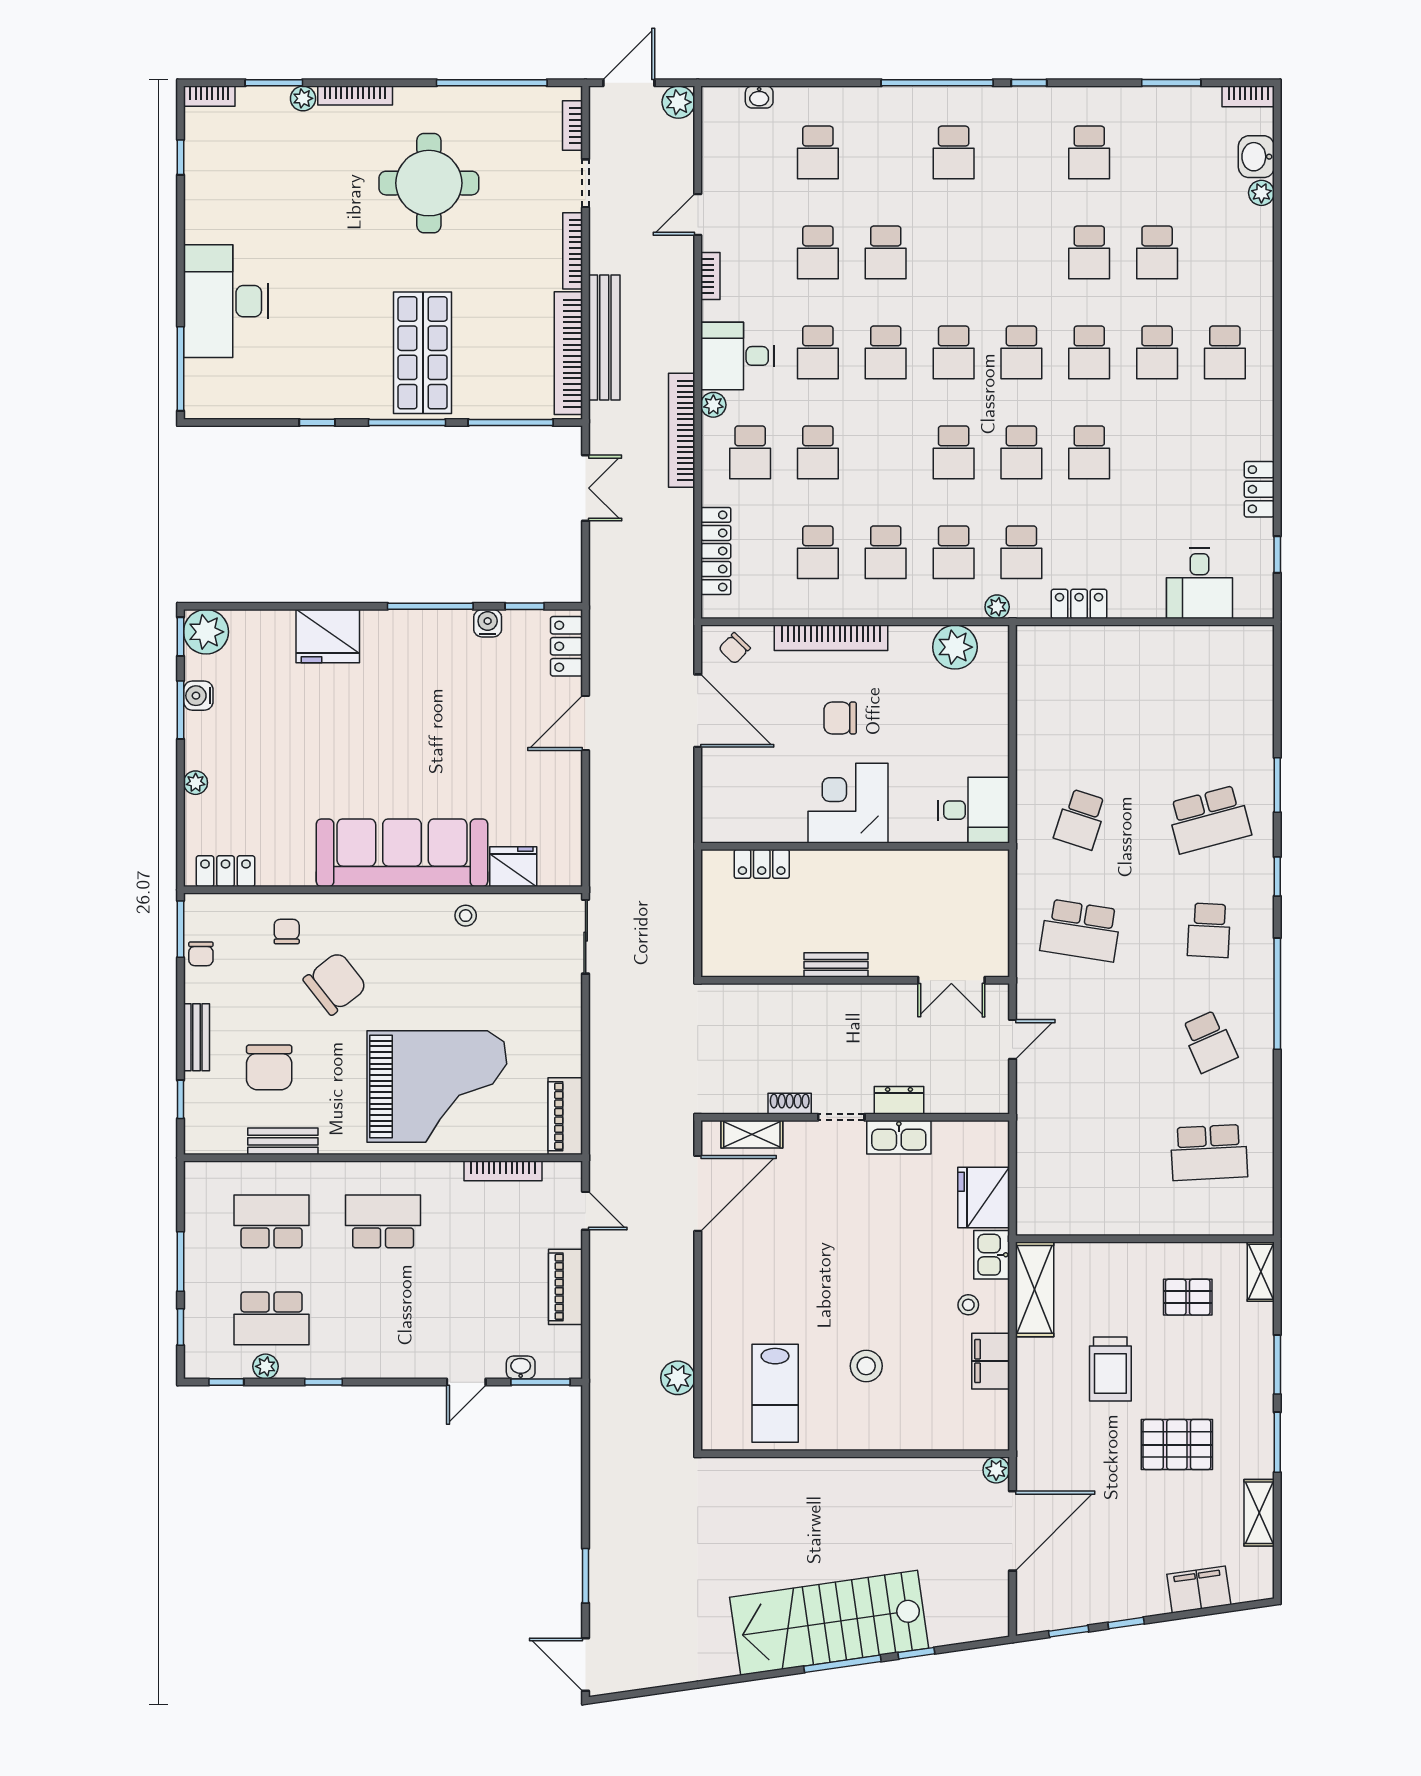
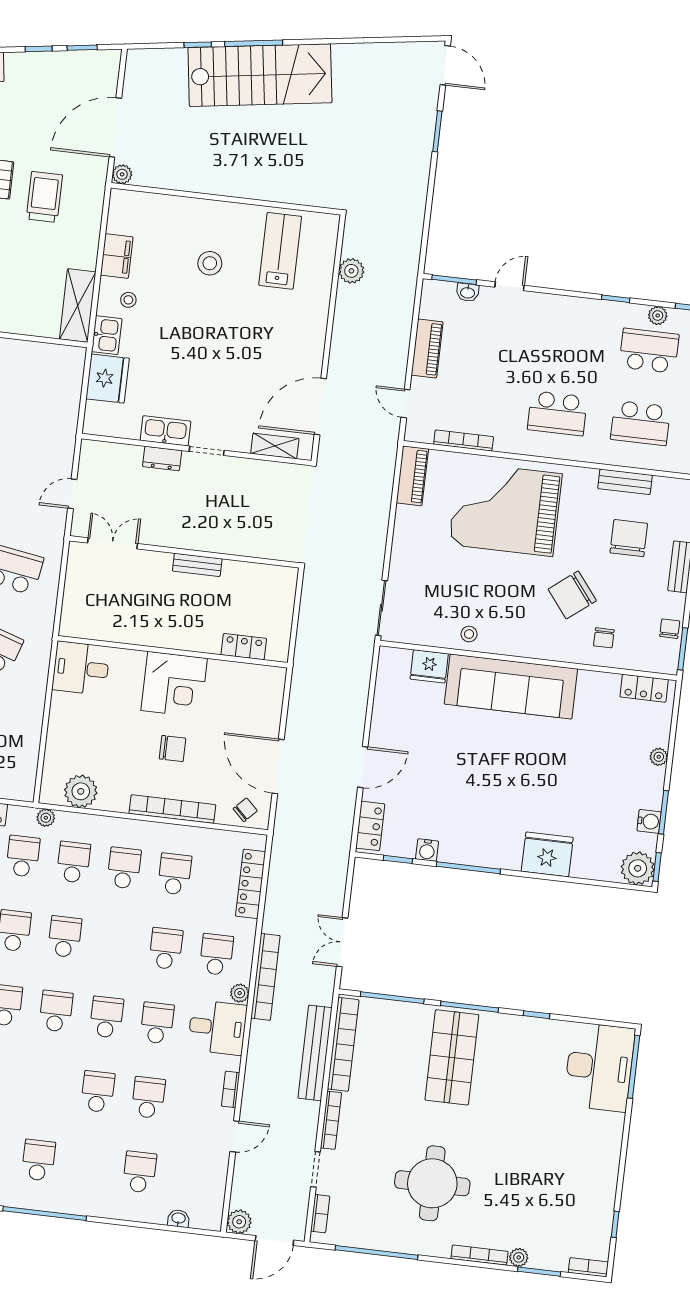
desk: (226, 301) -> (599, 1067), moved
shoe rack: (790, 1104) -> (244, 465), removed
trolley: (1110, 1369) -> (44, 197), moved

